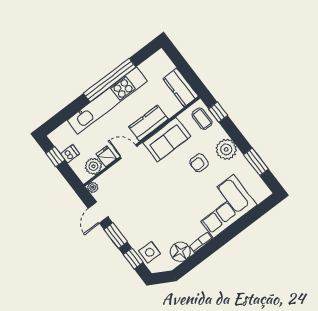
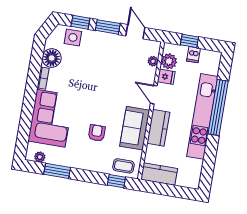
window: (110, 80) -> (218, 107), moved
plant: (226, 149) -> (40, 157), moved, width x0.53, depth x0.53
door: (128, 152) -> (154, 94), swing flipped
window: (55, 157) -> (189, 41), moved
plant: (93, 187) -> (153, 61), moved

